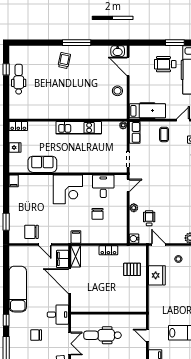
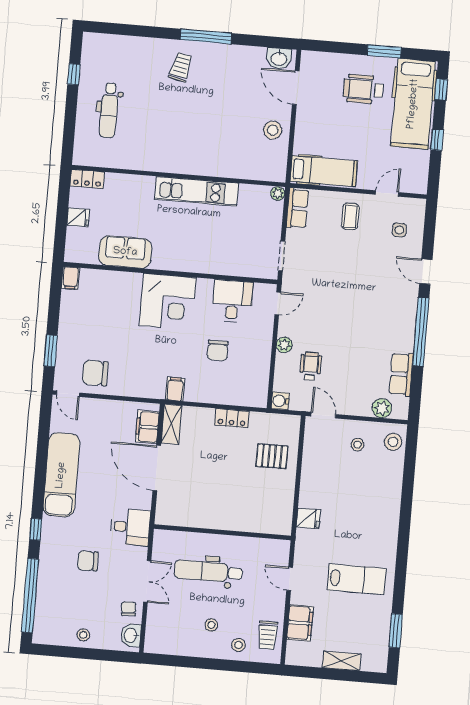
dental chair: (19, 79) -> (109, 110), moved, turned 180
door: (45, 244) -> (68, 394), moved
fridge: (157, 275) -> (308, 518), moved, width x0.53, depth x0.75

